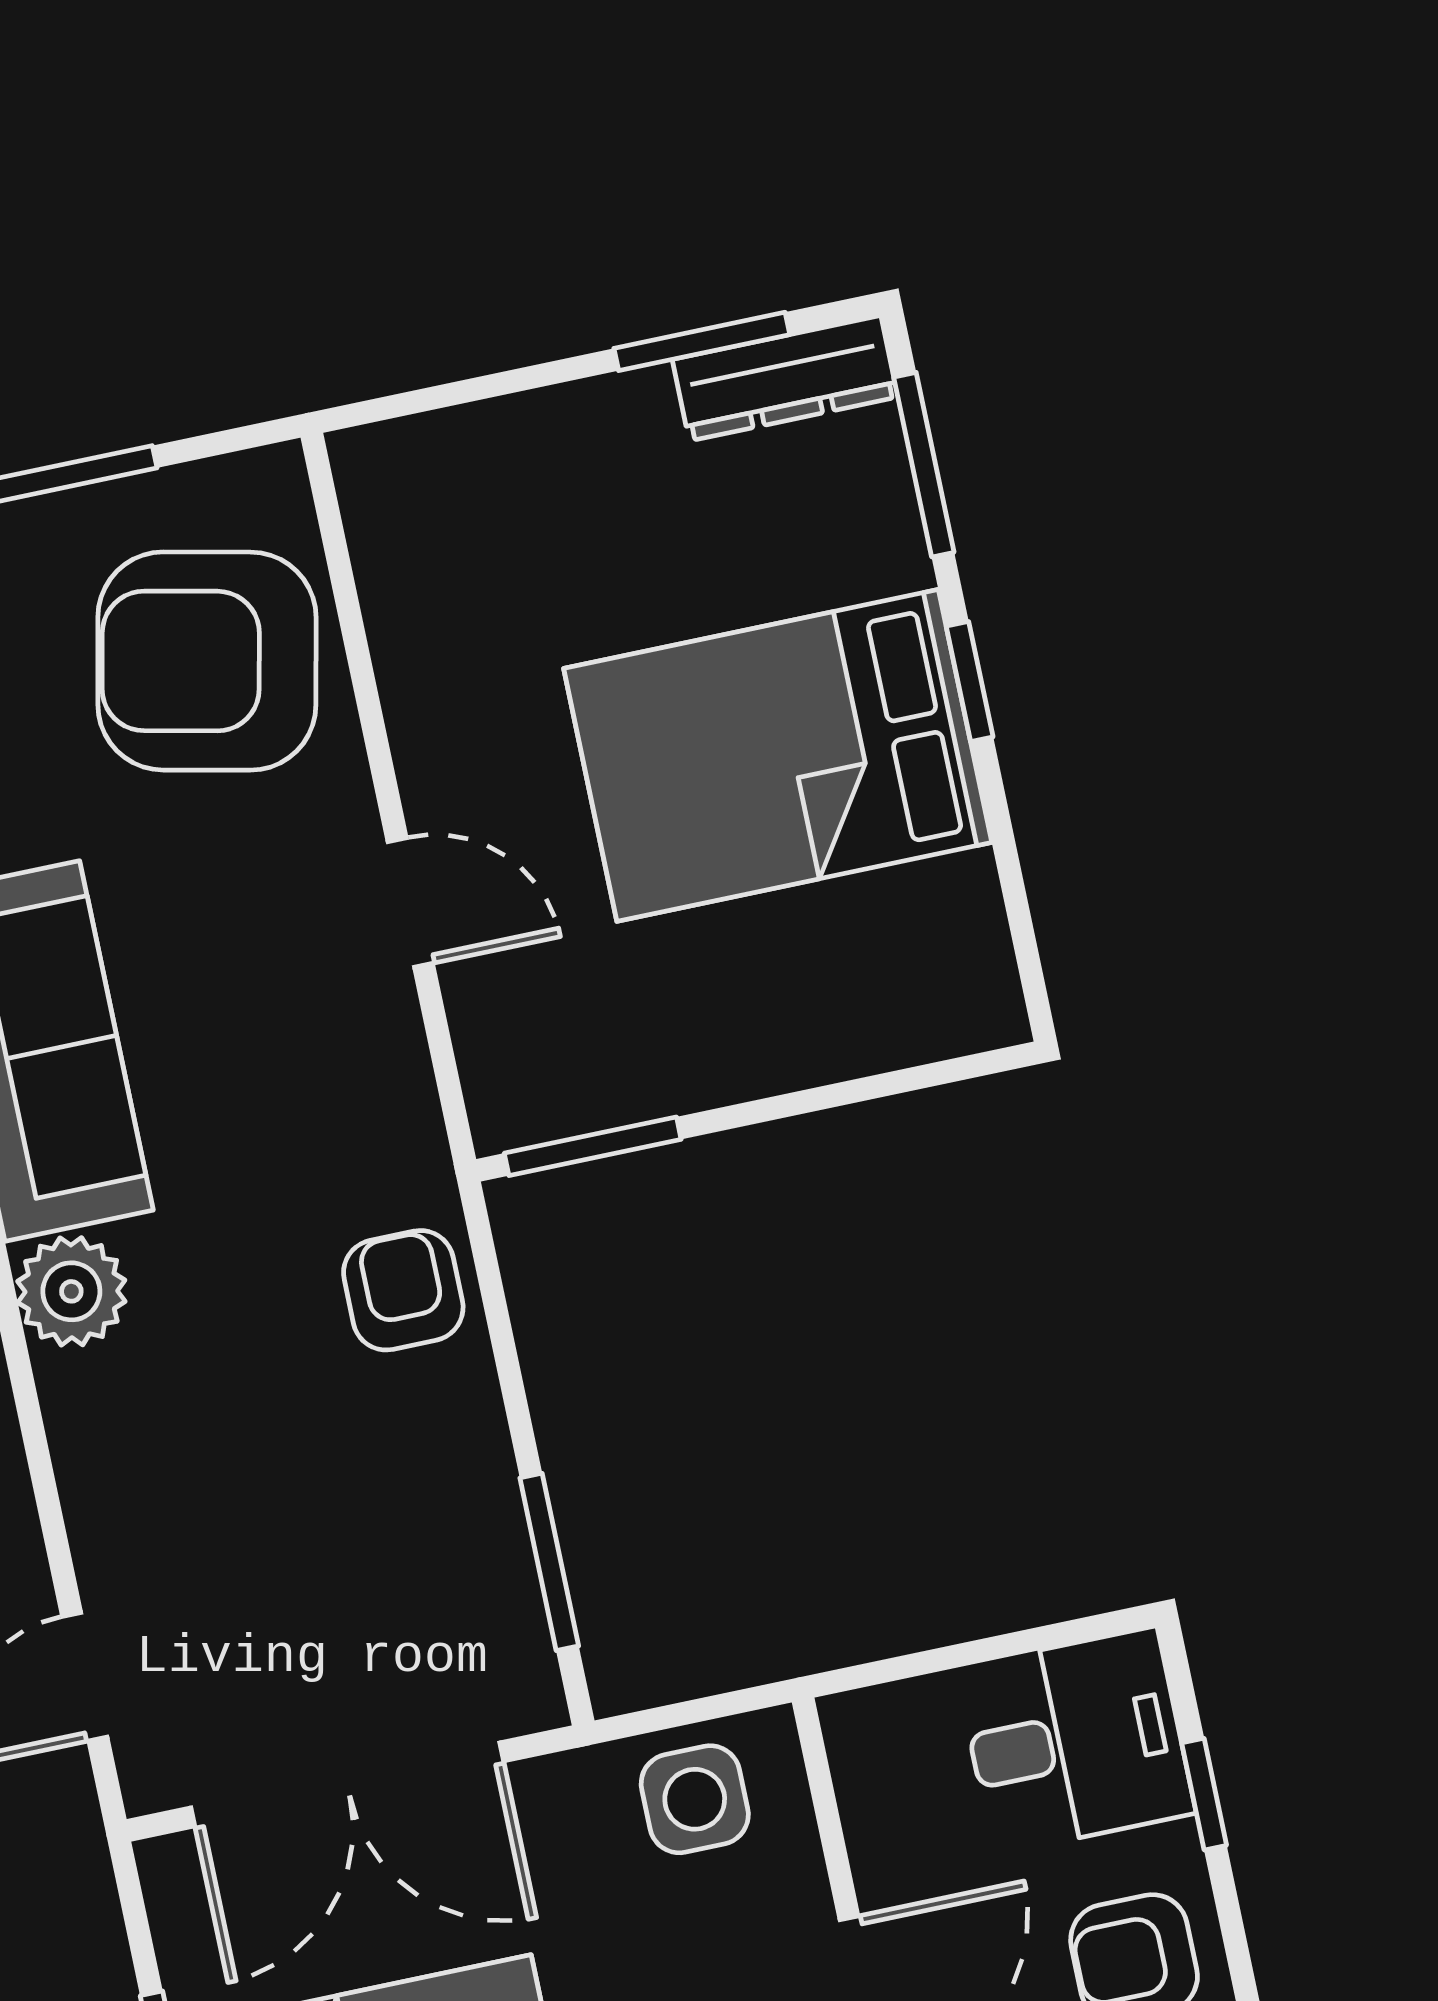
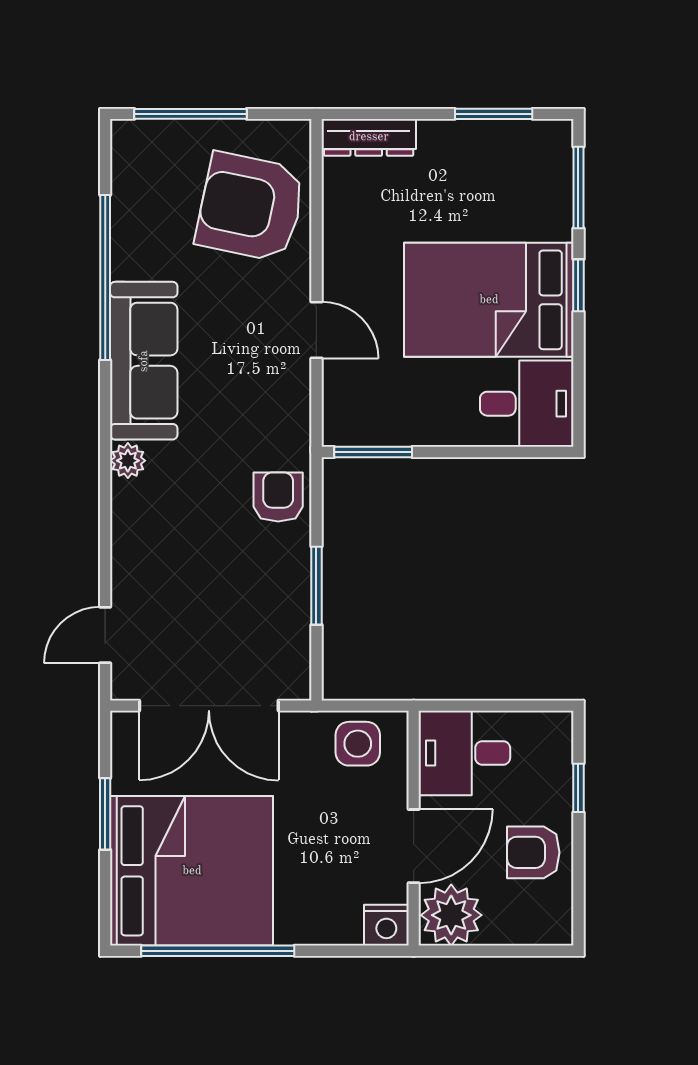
dresser: (785, 378) -> (369, 137), moved
desk: (910, 968) -> (527, 404), added
plant: (71, 1291) -> (128, 461), width x0.73, depth x0.73
window: (549, 1562) -> (316, 586), moved
desk: (1075, 1741) -> (464, 753), moved, turned 180

